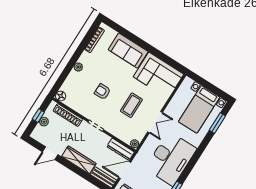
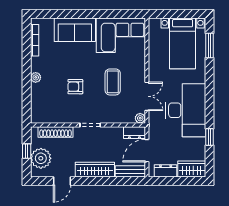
floor lamp: (61, 96) -> (36, 117), removed
plant: (44, 122) -> (41, 158), width x1.87, depth x1.87
double door: (155, 122) -> (147, 96), moved
dresser: (121, 149) -> (134, 133), width x0.70

